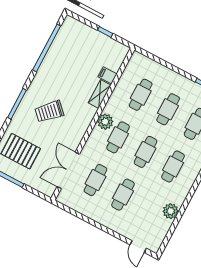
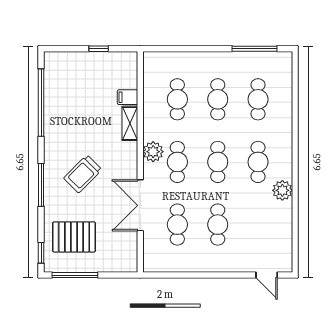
double door: (68, 170) -> (140, 205), moved
plant: (171, 211) -> (282, 190), moved

